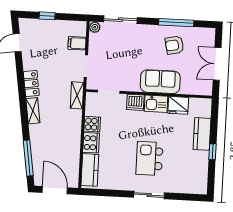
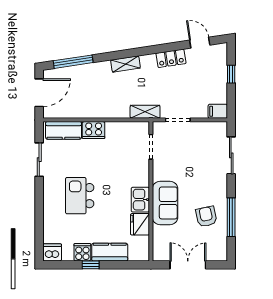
plant: (95, 27) -> (221, 128), removed
filing cabinet: (77, 43) -> (218, 111), moved, turned -90
locker: (31, 84) -> (171, 58), moved
dishwasher: (135, 102) -> (52, 252), moved, turned 90
cooker: (92, 124) -> (82, 252), moved, turned 180
kitchen island: (150, 158) -> (80, 196), turned -90
sliding door: (149, 195) -> (39, 160), moved

